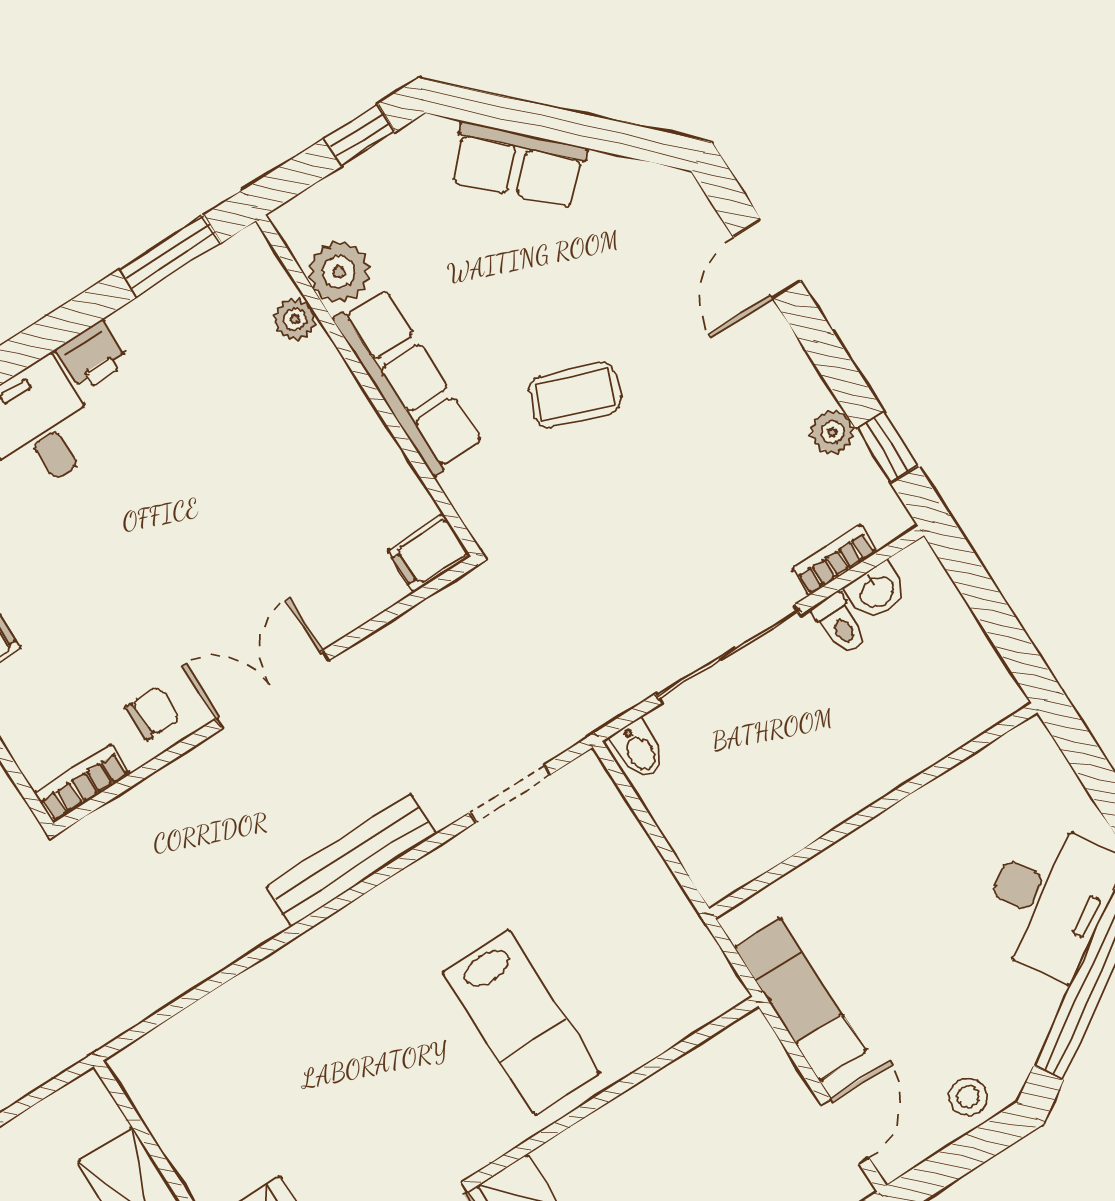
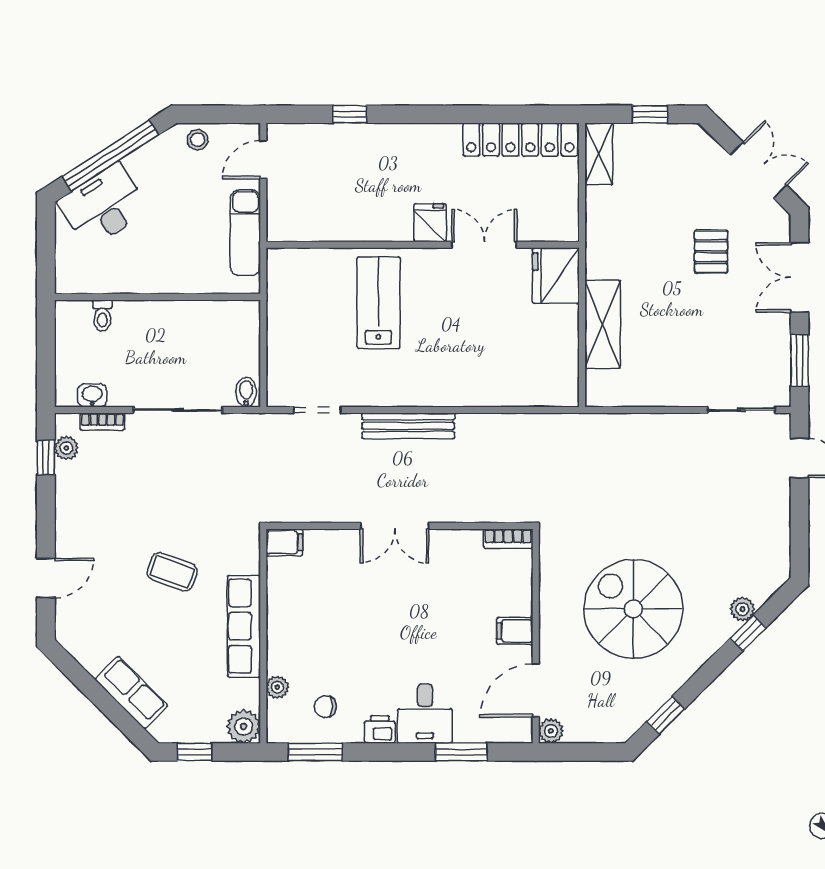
plant: (339, 272) -> (244, 727), moved
plant: (832, 432) -> (66, 448), moved
toilet: (840, 624) -> (102, 316), moved, turned 180
chair: (153, 713) -> (325, 707), moved

